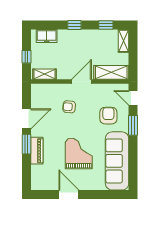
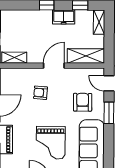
freezer: (47, 36) -> (64, 17), moved
grand piano: (79, 153) -> (51, 143), turned 180

